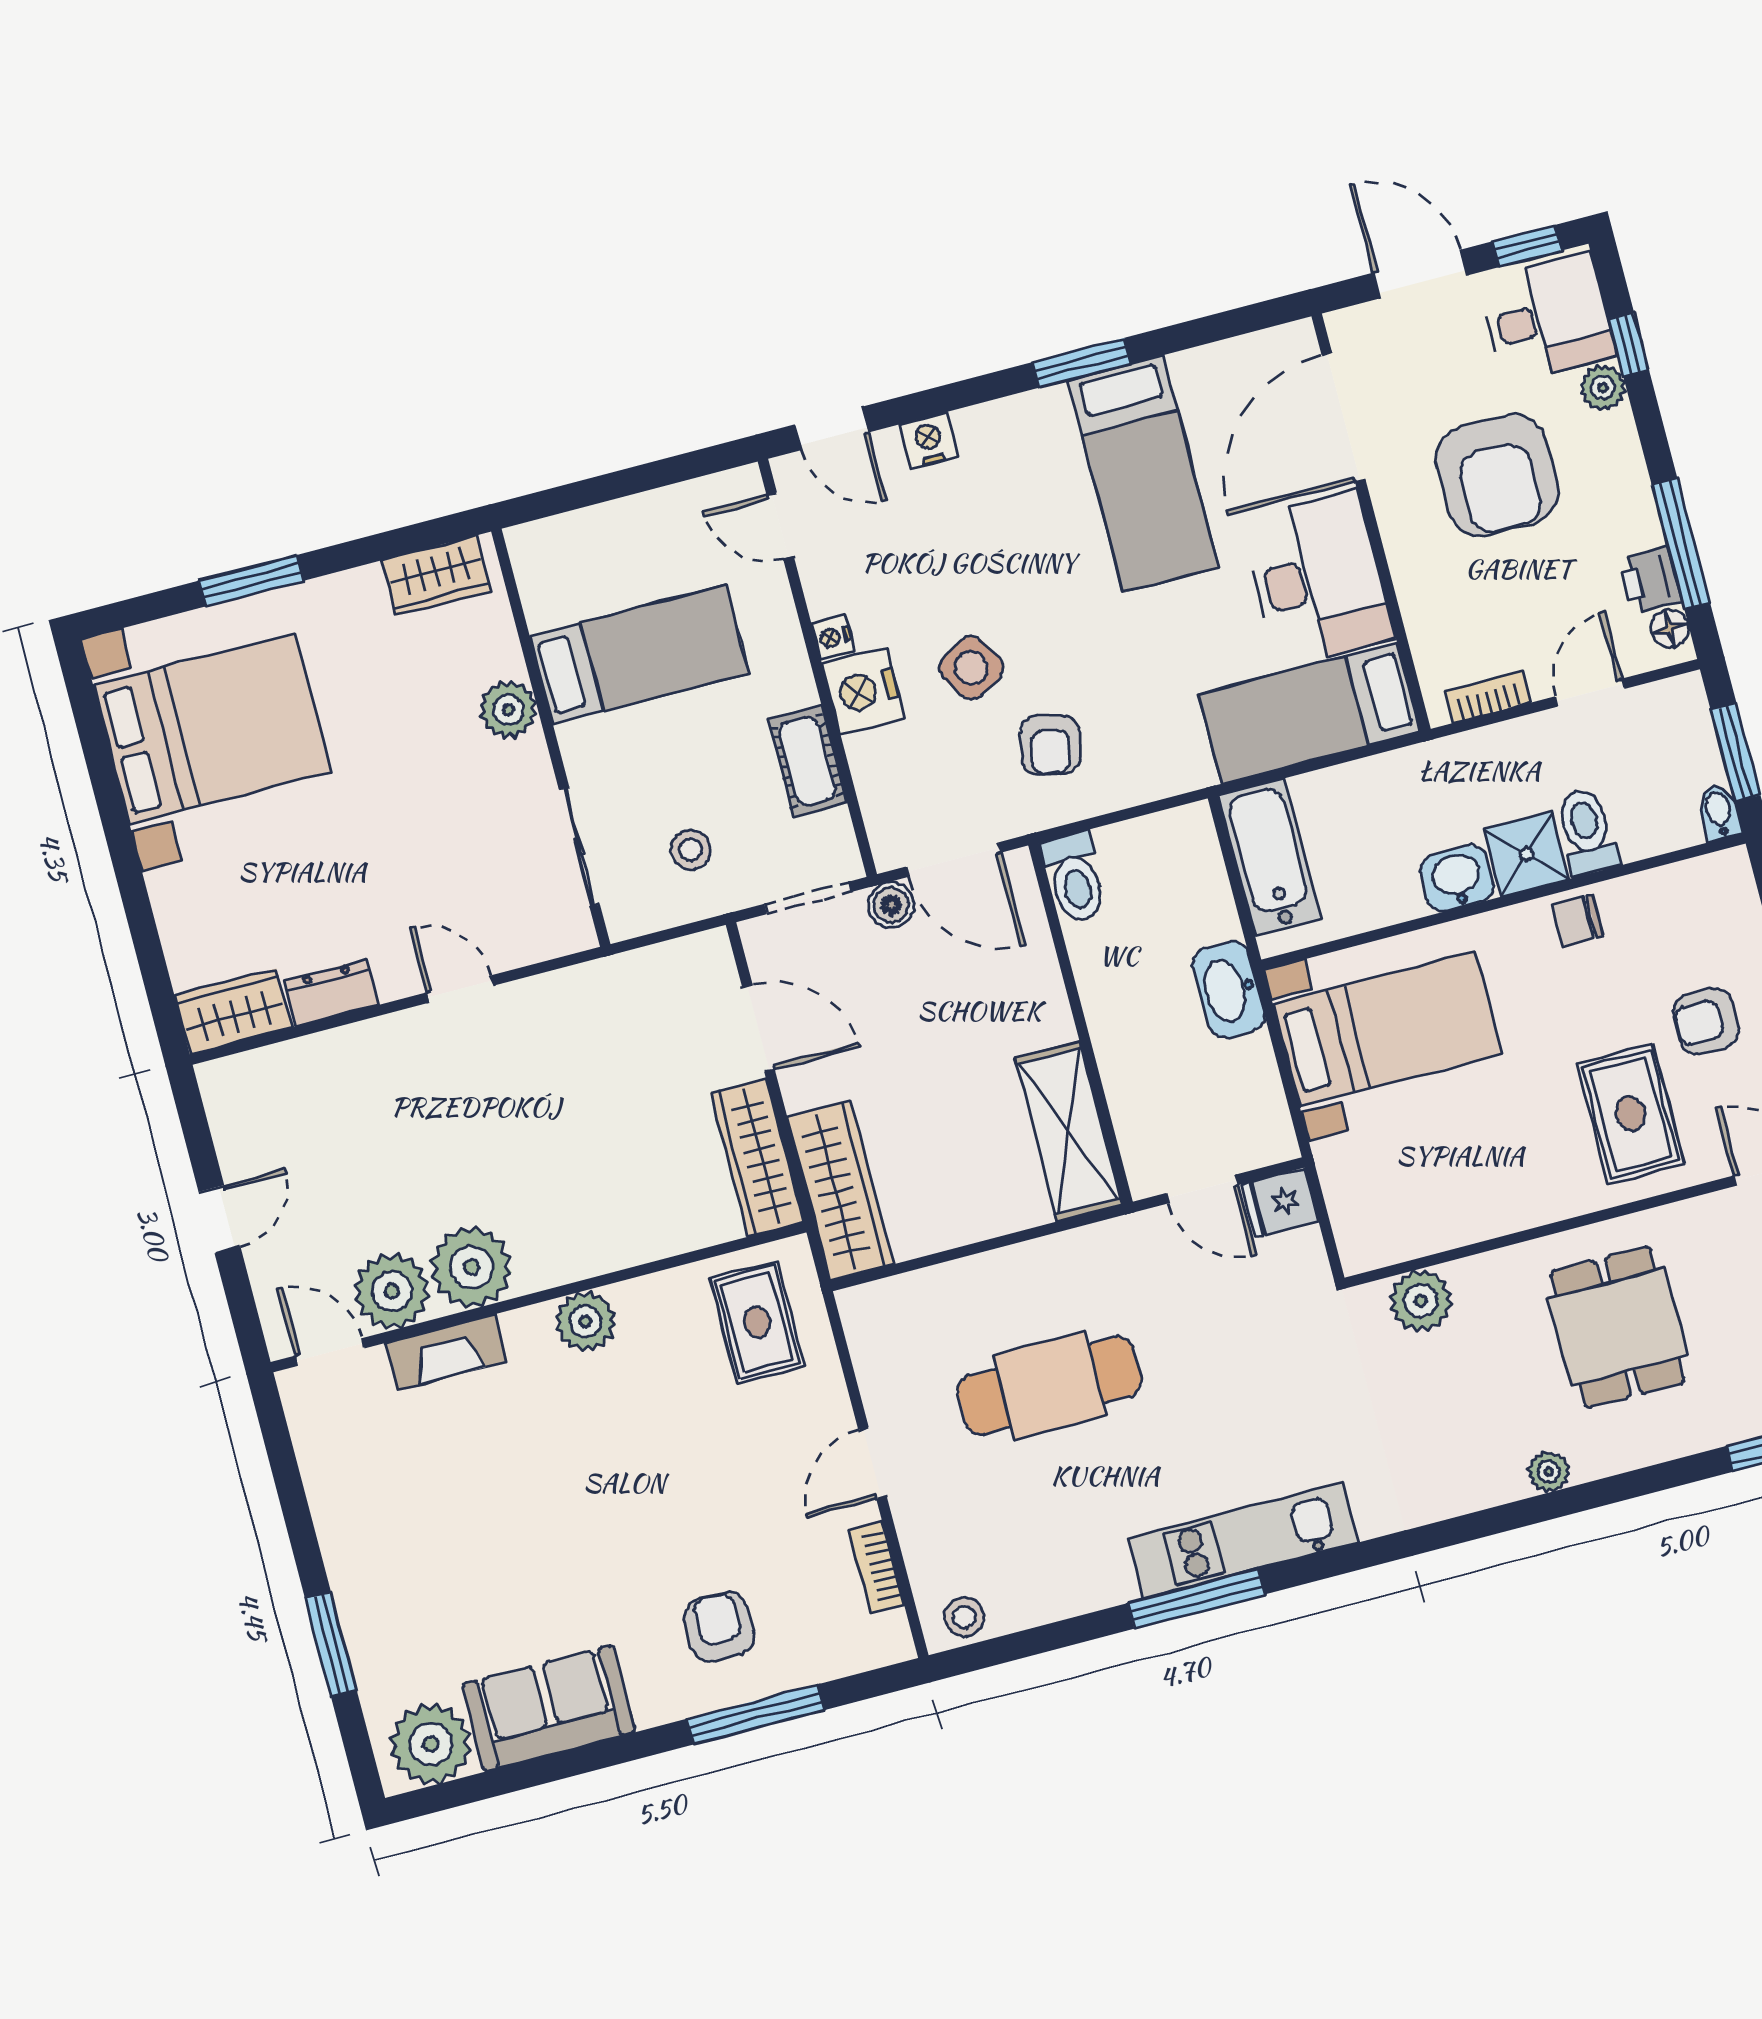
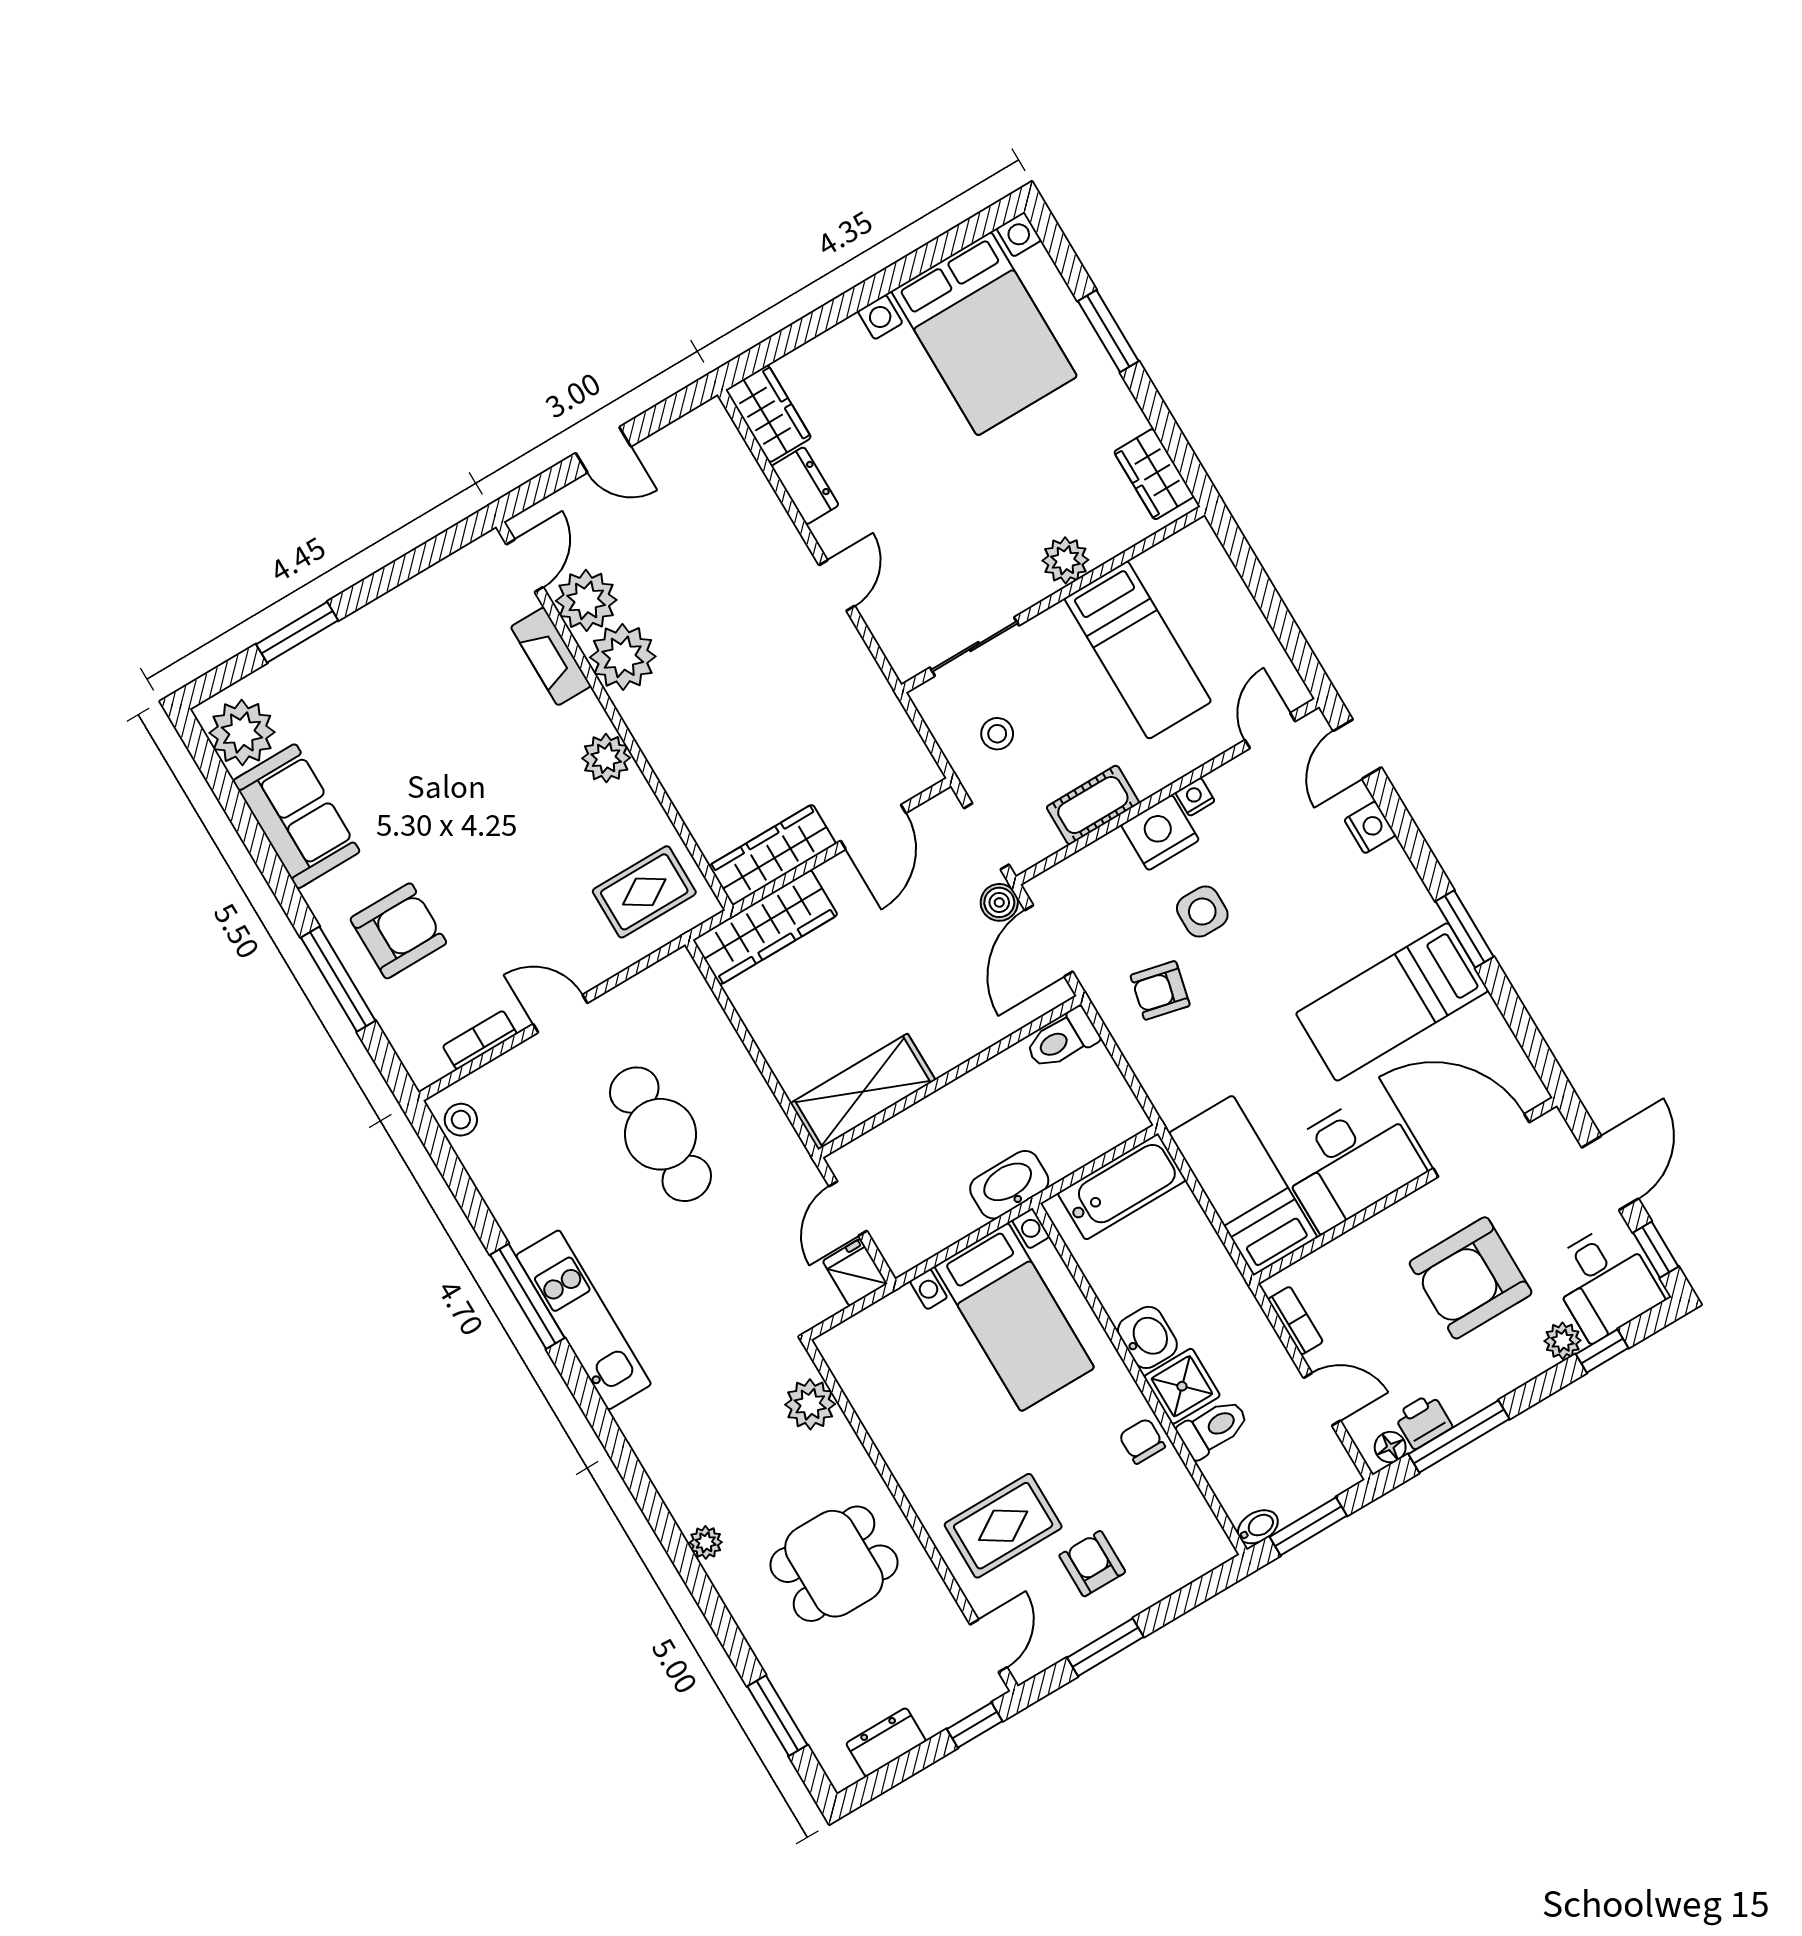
side table: (971, 668) -> (1202, 912), turned 31
armchair: (719, 1627) -> (398, 931), width x1.38, depth x1.38

